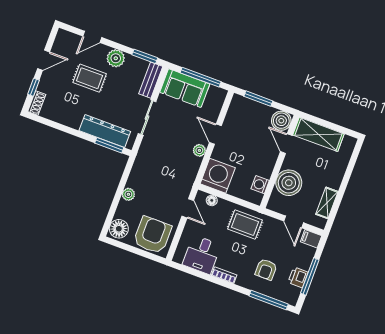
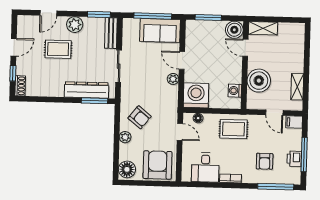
sofa: (185, 88) -> (160, 30), moved
shelving: (318, 134) -> (263, 28), width x0.67, depth x0.75
armchair: (151, 179) -> (140, 117), added

